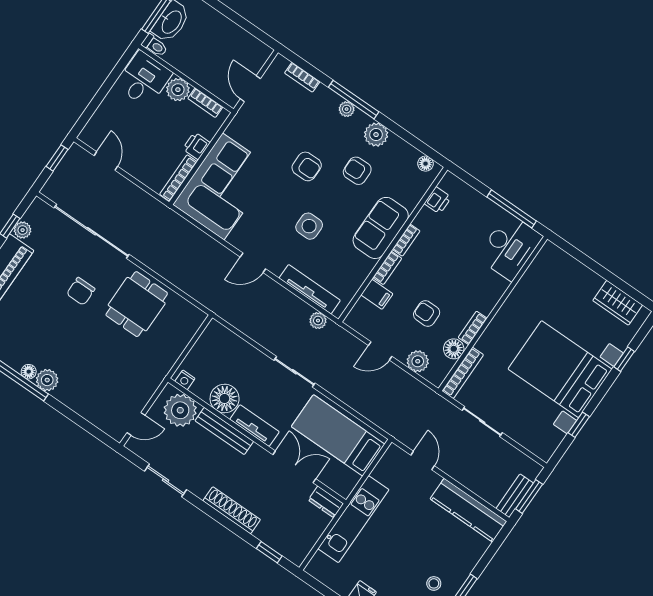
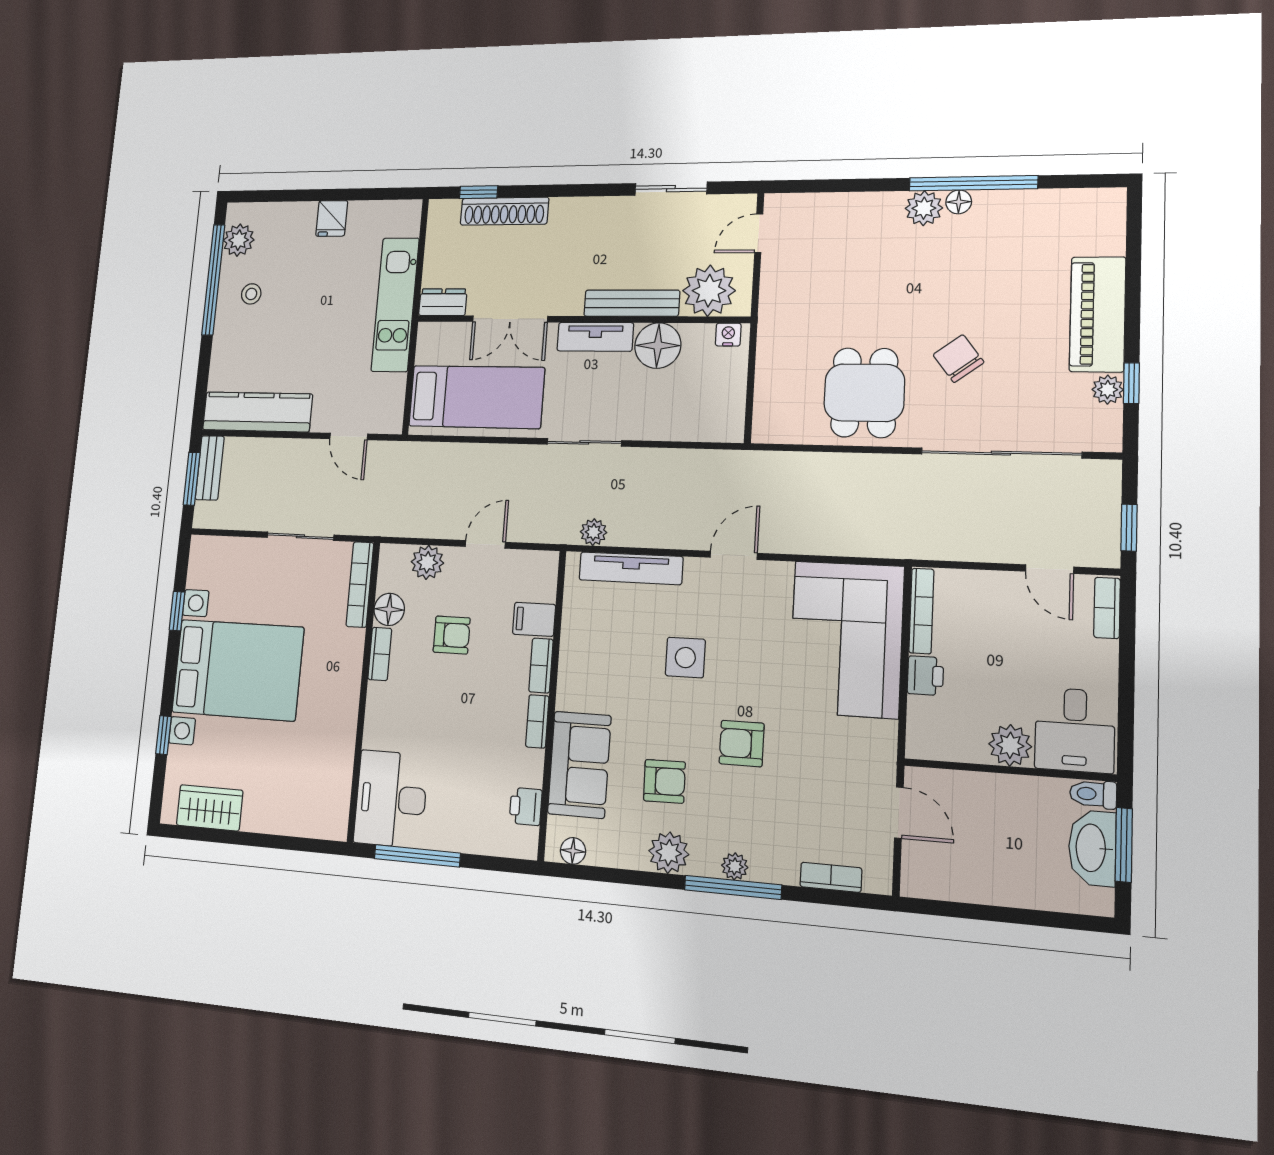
bookcase: (205, 103) -> (1107, 608), moved, turned -90
sofa: (381, 228) -> (579, 765), moved
chair: (81, 291) -> (958, 359), turned -37
shoe rack: (232, 510) -> (504, 211), moved

